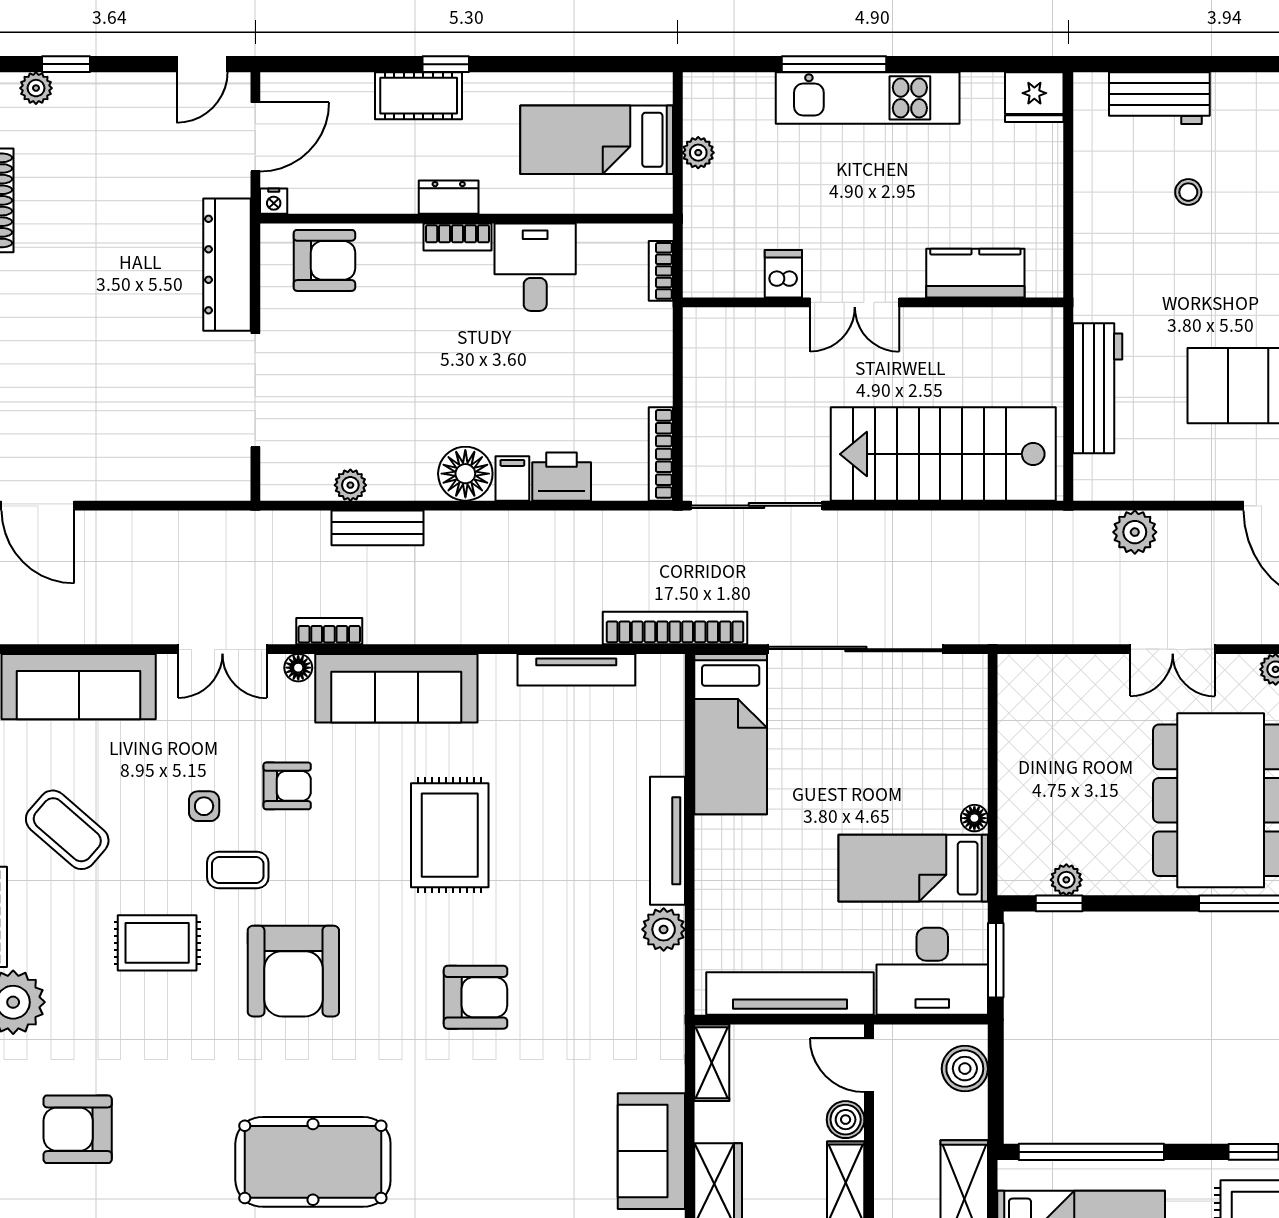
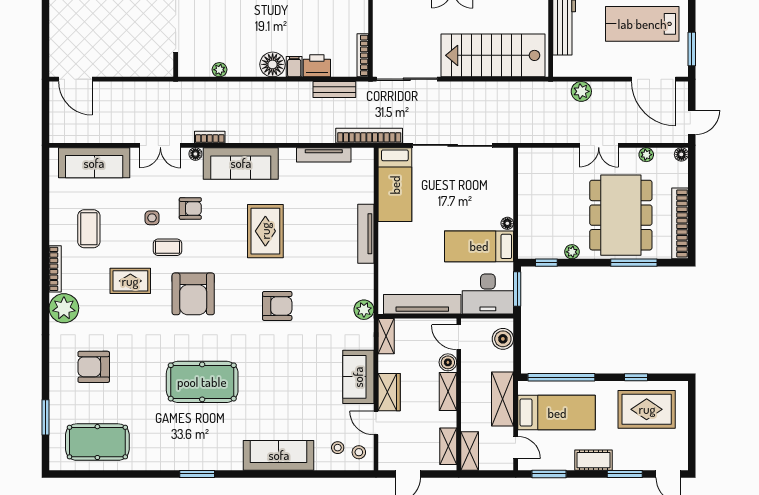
bench: (377, 528) -> (334, 89), moved
coffee table: (67, 830) -> (89, 229), turned 49
plant: (1066, 880) -> (572, 252), moved
plant: (664, 929) -> (364, 310), moved

